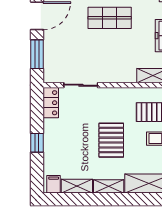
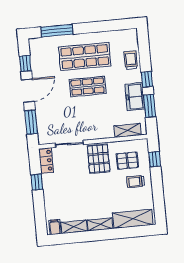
pallet: (111, 140) -> (99, 159), moved
window: (37, 143) -> (37, 182), moved

